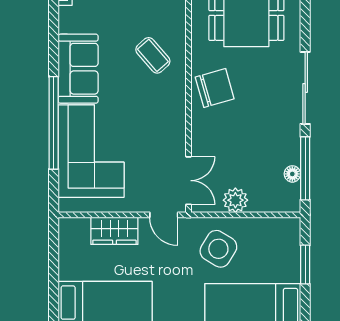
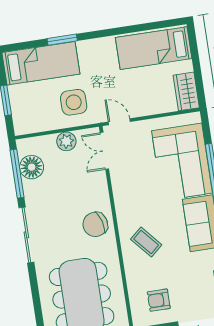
floor lamp: (292, 174) -> (32, 167), width x1.89, depth x1.89
wardrobe: (114, 231) -> (186, 91), moved, turned -90
side table: (218, 249) -> (74, 102), turned -31

